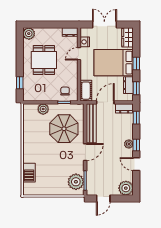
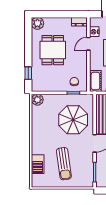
plant: (43, 109) -> (37, 100), moved
sun lounger: (55, 172) -> (64, 164), added
plant: (76, 182) -> (85, 173), removed

